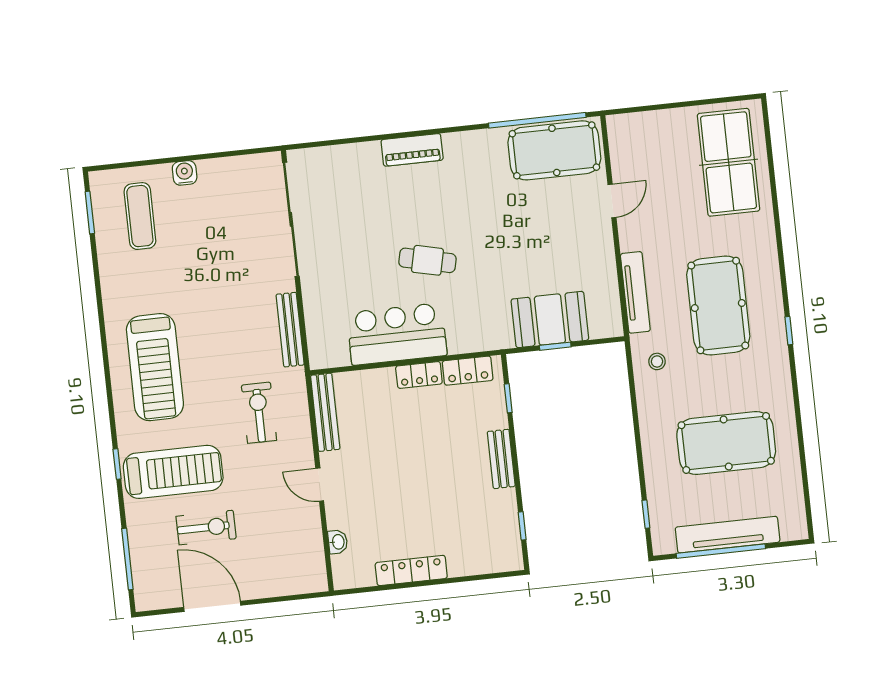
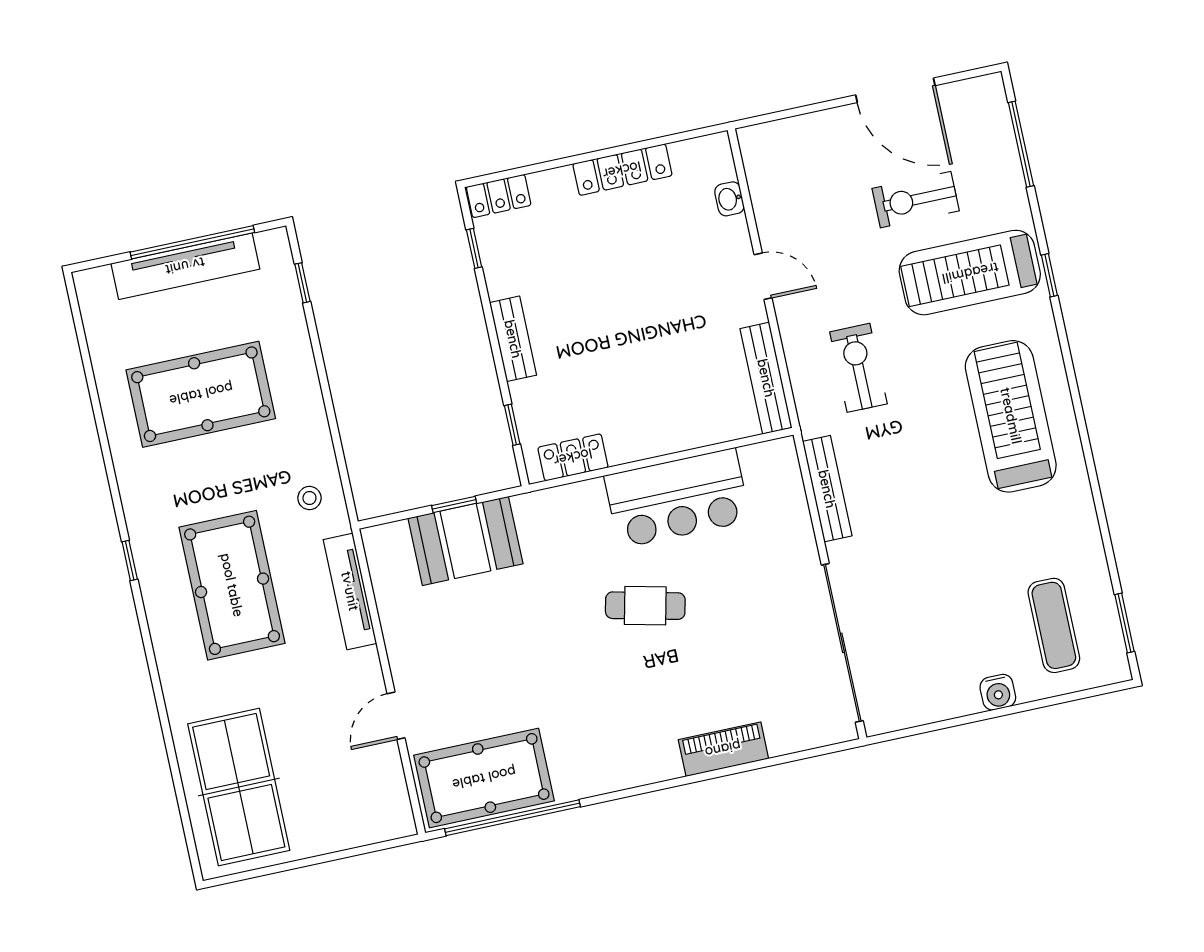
piano: (412, 150) -> (723, 749), moved
locker: (419, 375) -> (499, 196), moved, turned 180
exercise bike: (259, 413) -> (858, 368), turned 180

